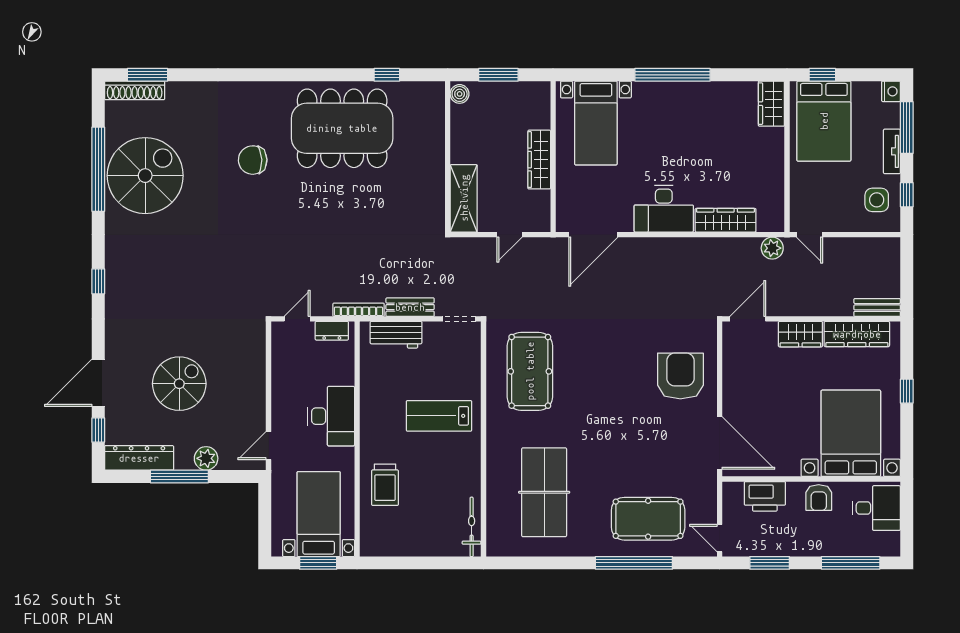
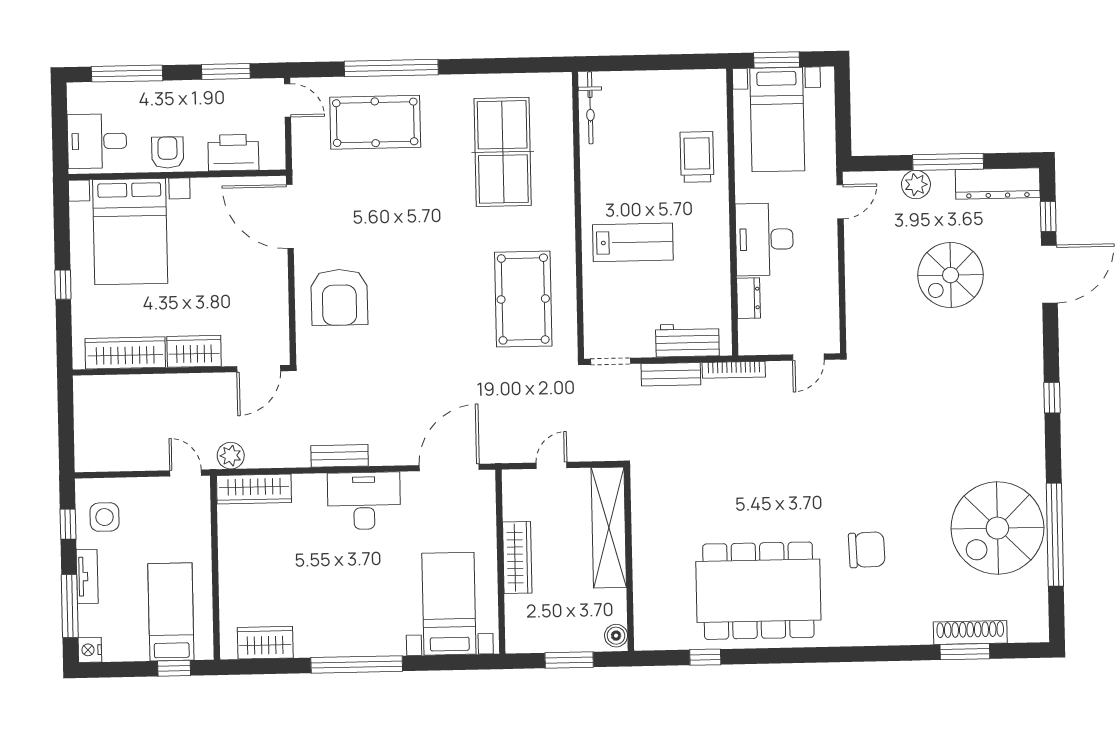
window: (147, 75) -> (965, 652), moved
shoe rack: (135, 90) -> (970, 633), moved
wardrobe: (771, 104) -> (265, 643), moved, turned -90
bed: (824, 121) -> (171, 612), width x0.67
shelving: (464, 198) -> (609, 528), width x1.47
wardrobe: (726, 220) -> (254, 489), moved
bench: (877, 307) -> (340, 456), moved
dresser: (332, 331) -> (749, 298), moved, turned 90

